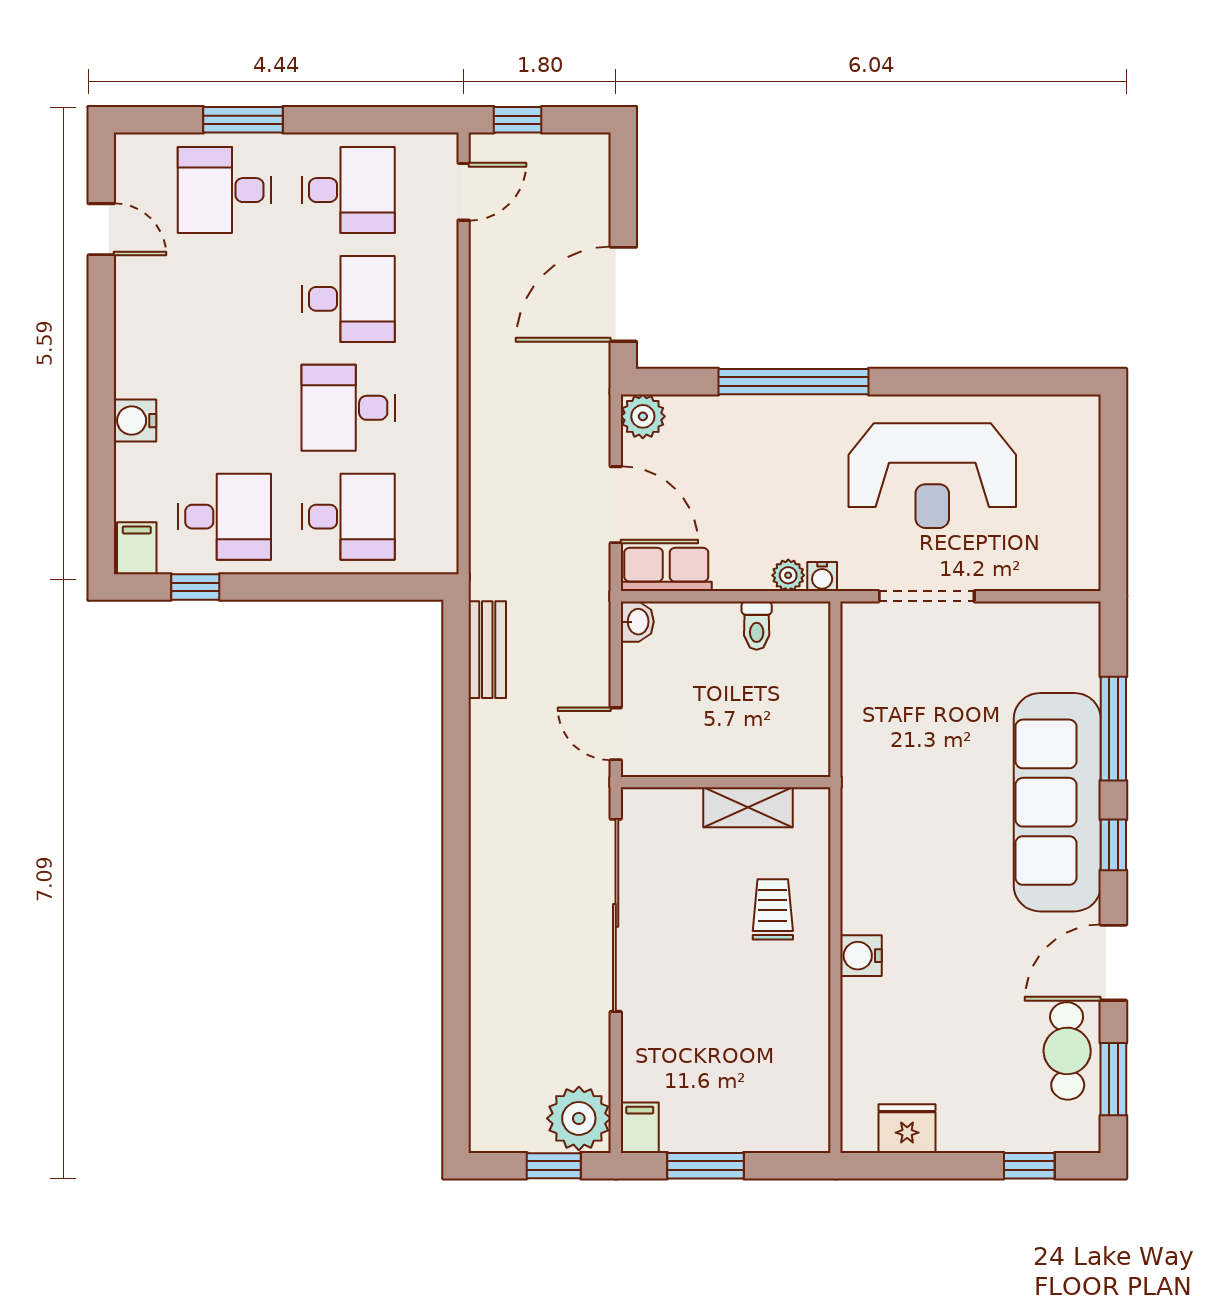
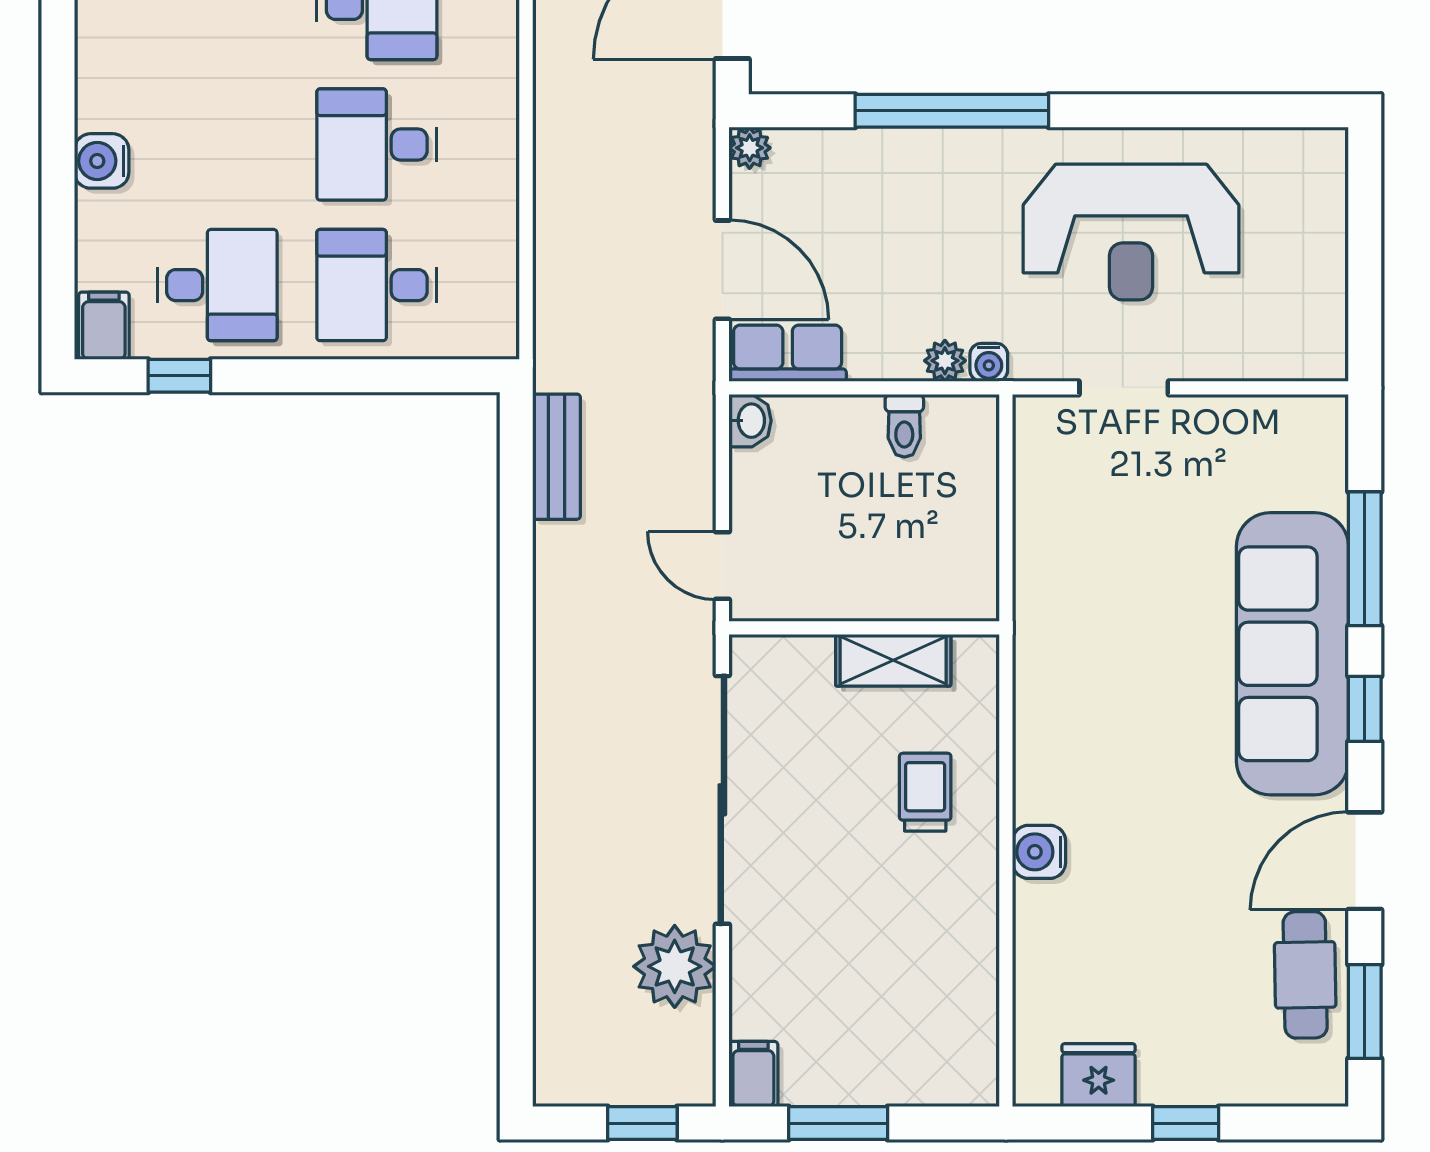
plant: (643, 416) -> (750, 148), width x0.73, depth x0.73
desk: (348, 517) -> (377, 285), turned 180
doorway: (927, 596) -> (1124, 388), width x0.73
plant: (579, 1118) -> (675, 966), moved
window: (1029, 1166) -> (1186, 1123), moved

